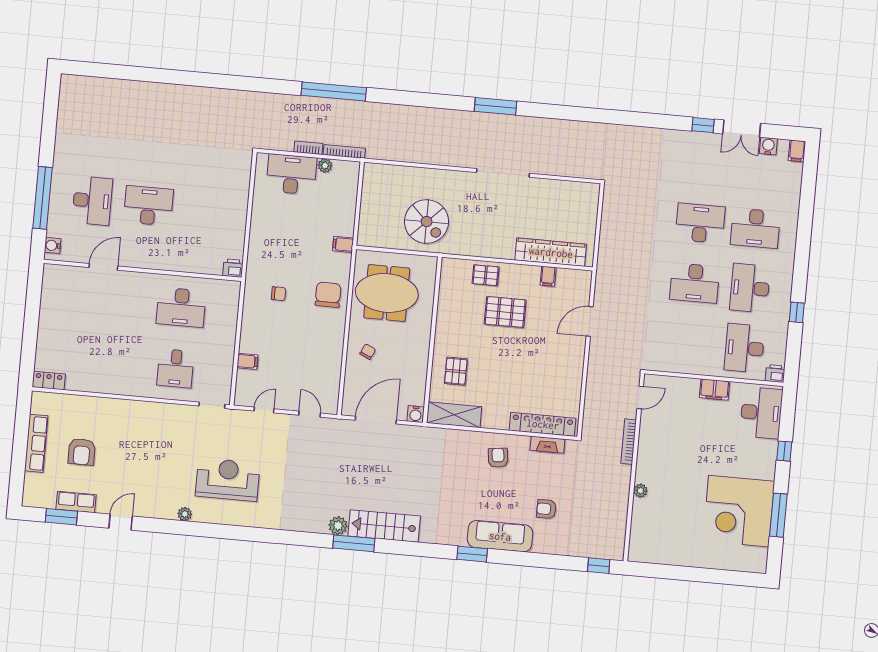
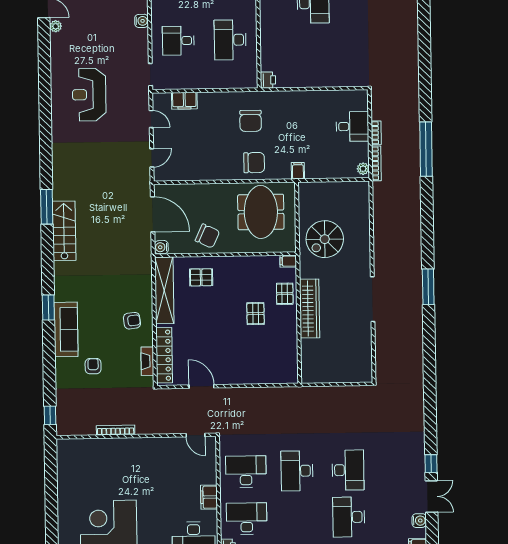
double door: (742, 129) -> (431, 496), swing flipped
plant: (325, 166) -> (363, 169), moved
desk: (291, 174) -> (352, 126), width x0.73
wardrobe: (551, 252) -> (309, 309), moved
filing cabinet: (548, 276) -> (288, 261), moved
desk: (750, 288) -> (246, 472), moved
chair: (279, 294) -> (251, 121), width x1.87, depth x1.87
pallet: (505, 312) -> (256, 314), width x0.67, depth x0.71
door: (590, 321) -> (202, 386), moved
chair: (368, 352) -> (207, 236), moved, width x1.87, depth x1.87
filing cabinet: (247, 361) -> (184, 101), width x2.00
water cooler: (148, 409) -> (141, 21), added
shelving: (454, 415) -> (164, 290), width x1.47
bookcase: (629, 442) -> (116, 430), moved
reception desk: (228, 480) -> (89, 95), turned 180
plant: (640, 491) -> (117, 444), removed
plant: (185, 514) -> (56, 26), moved
plant: (338, 526) -> (60, 192), removed

